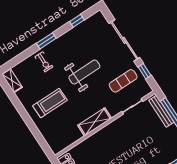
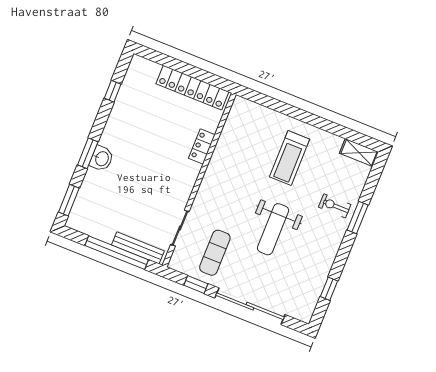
window: (46, 41) -> (358, 218), moved
shelving: (95, 122) -> (215, 174), removed
locker: (91, 141) -> (202, 147), added

